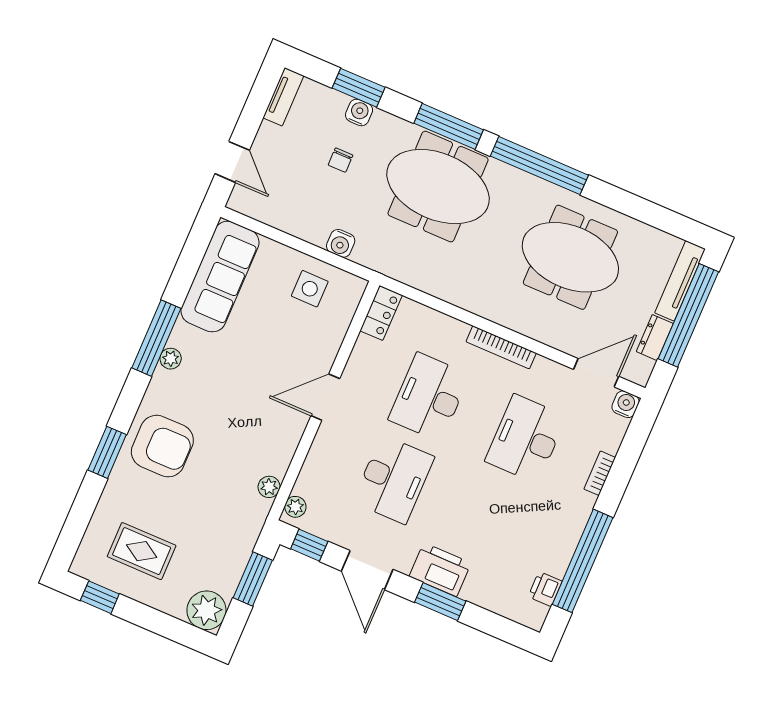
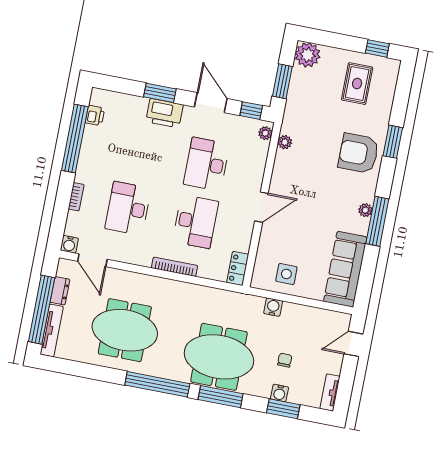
door: (232, 162) -> (353, 344), hinge flipped
bookcase: (501, 347) -> (175, 267), moved
door: (596, 373) -> (92, 260), hinge flipped
desk: (526, 439) -> (128, 208), turned 180
rug: (142, 551) -> (357, 84), turned 90

